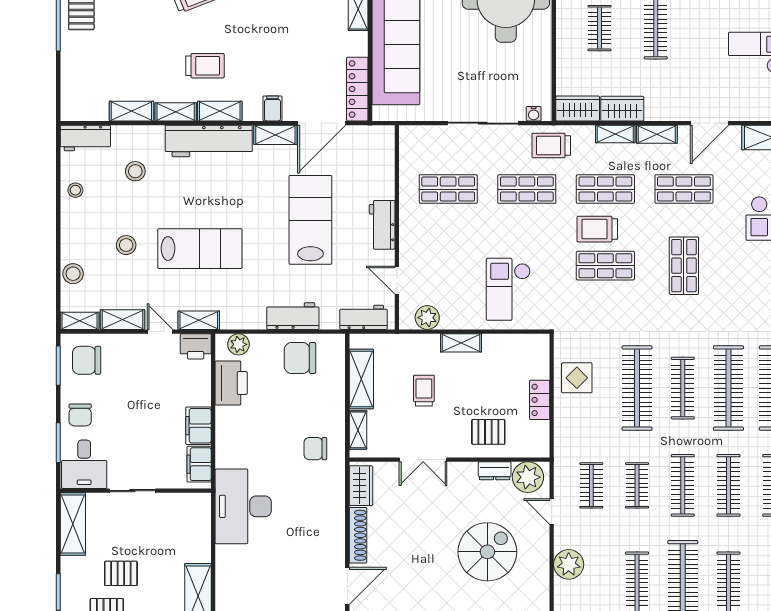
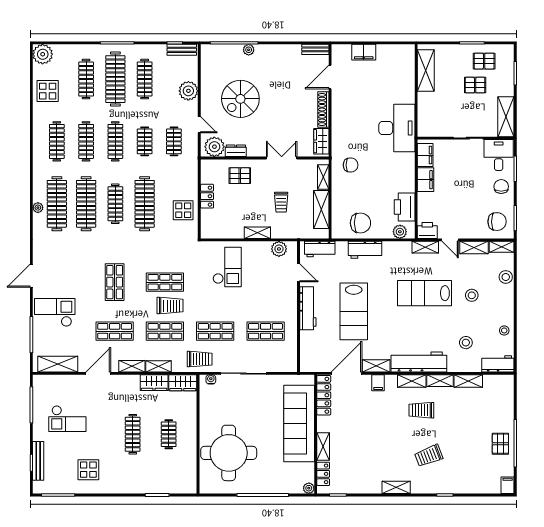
workbench: (382, 225) -> (308, 308), width x1.37

